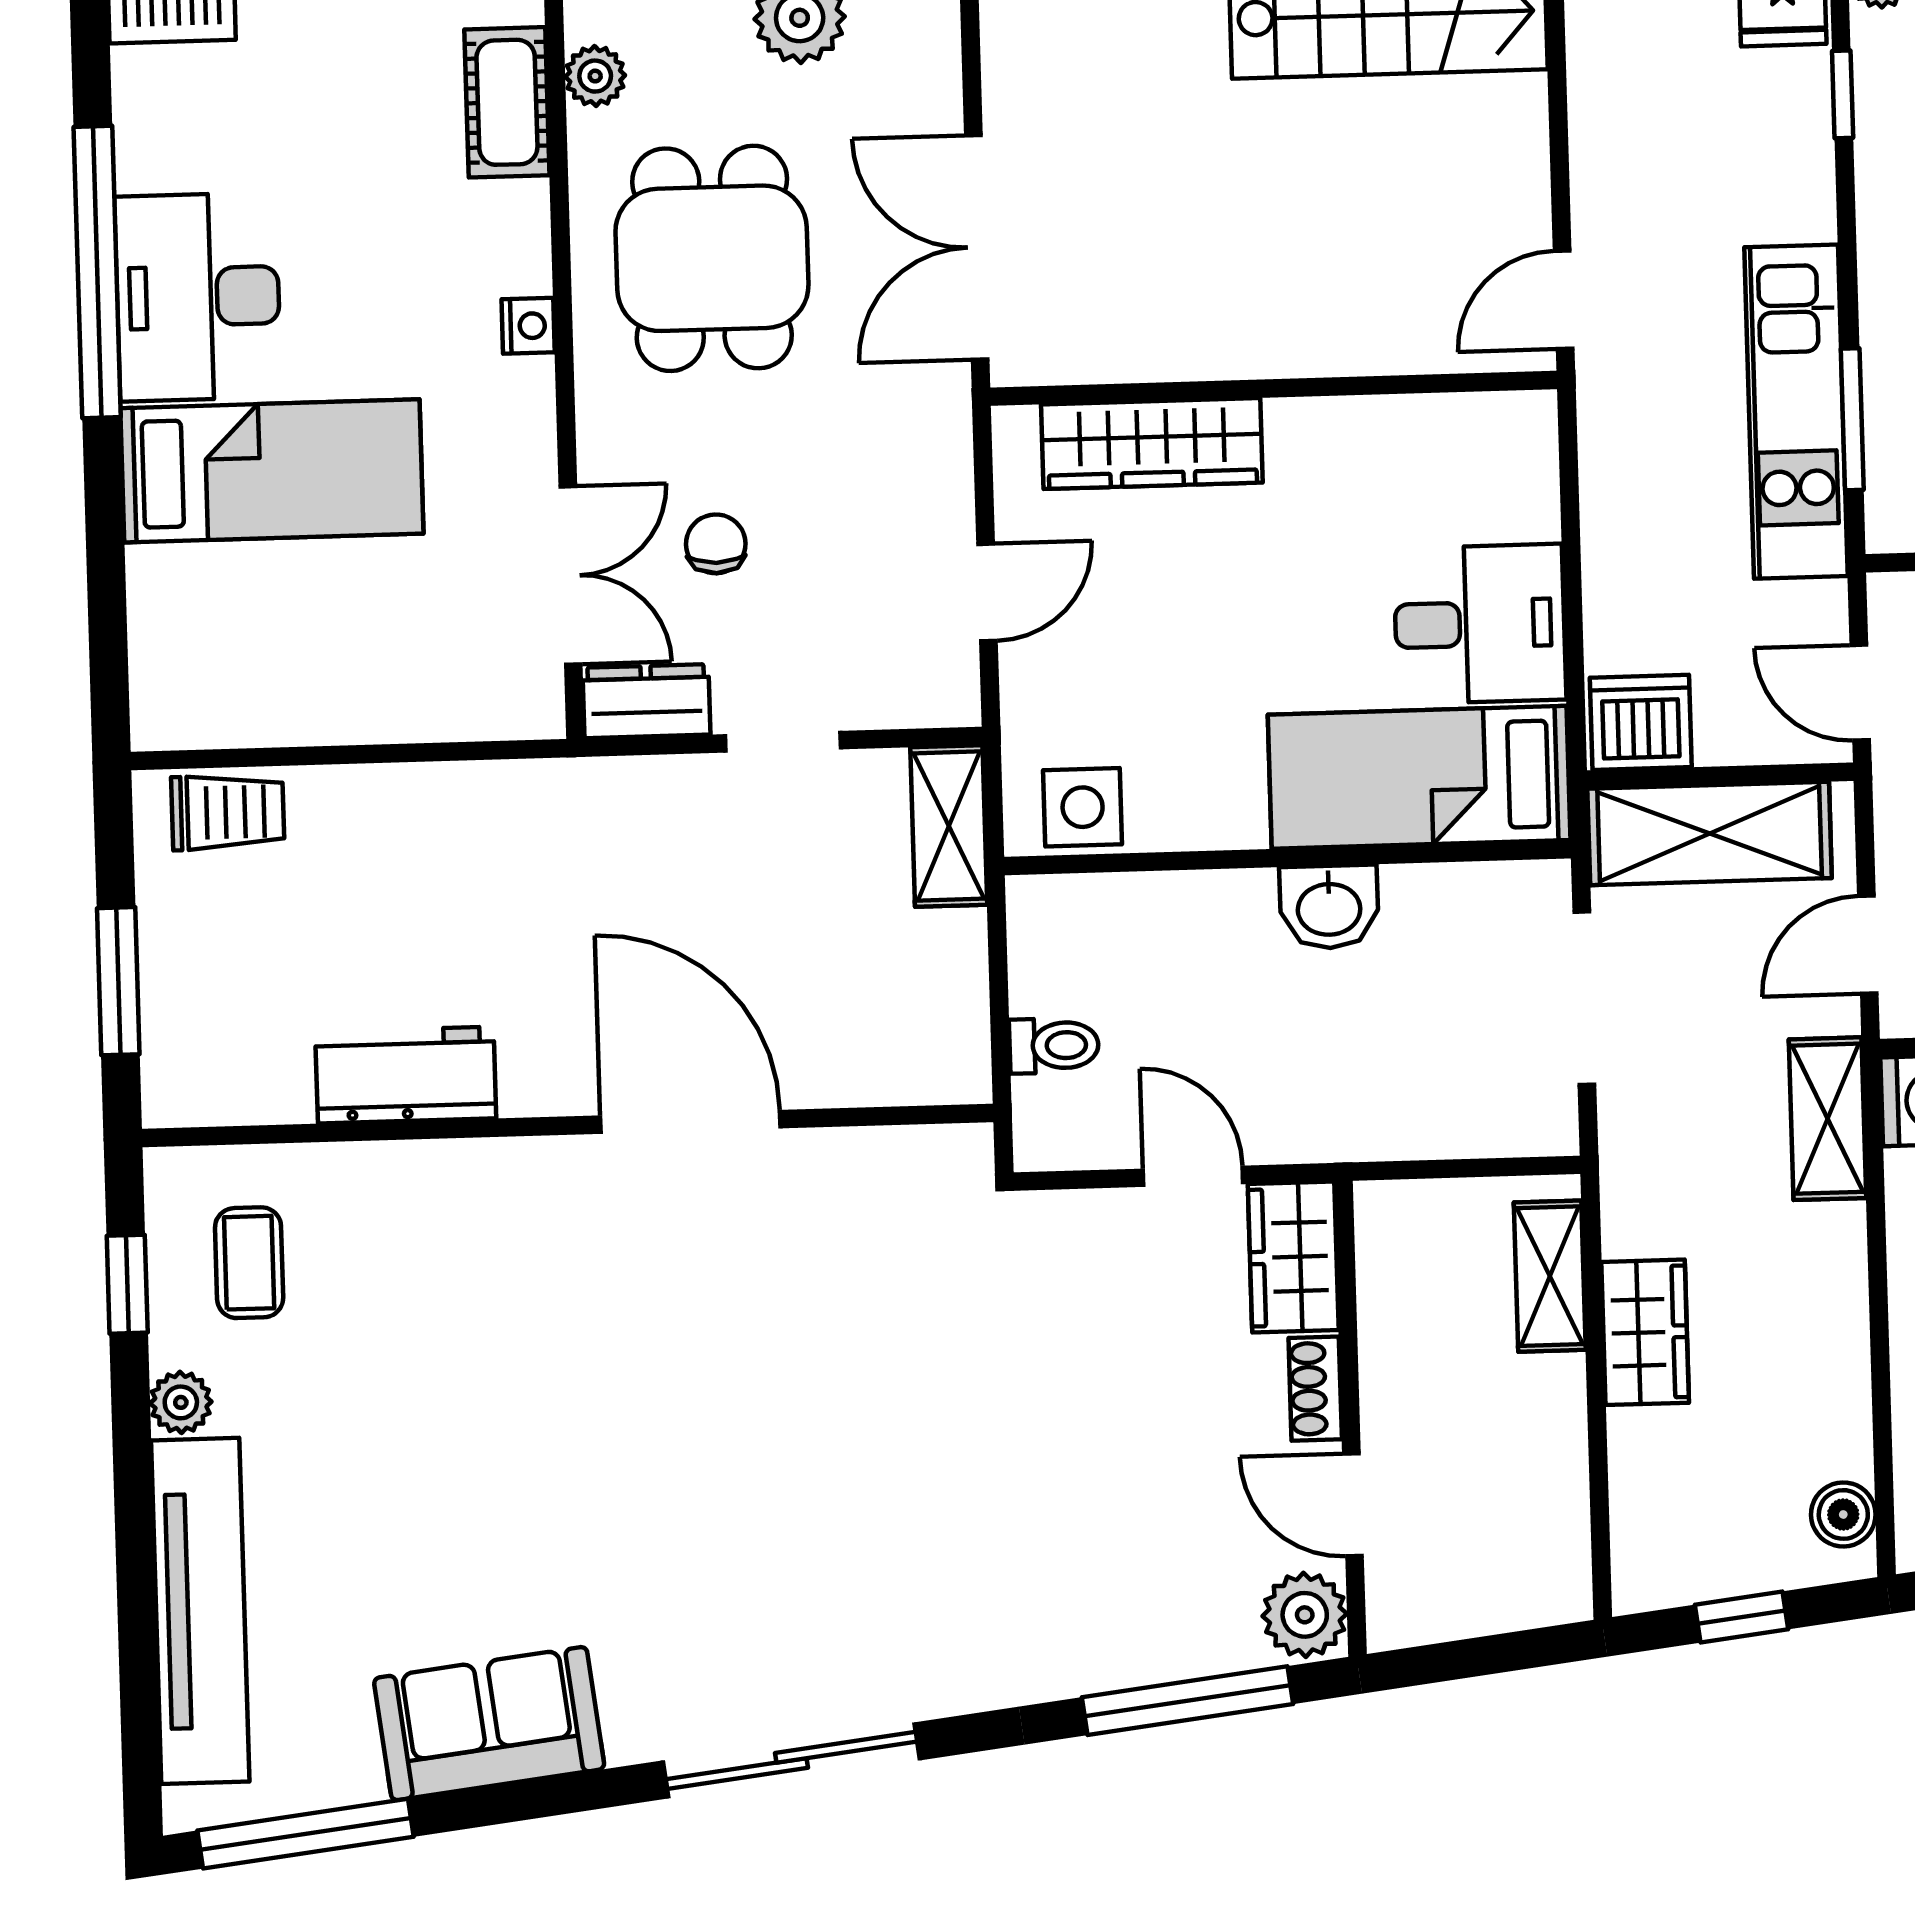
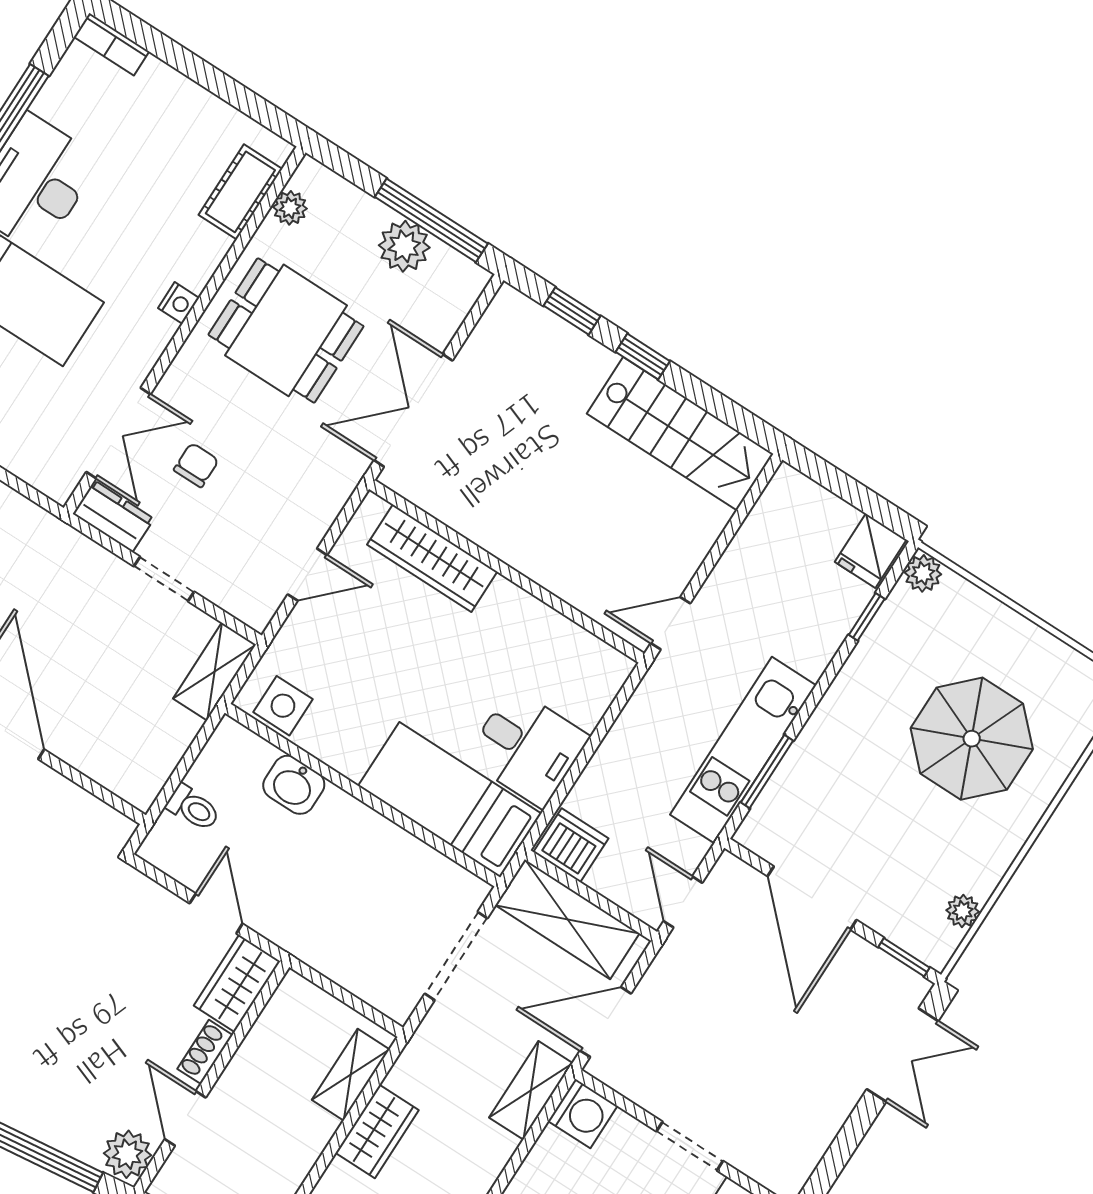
dining table: (712, 258) -> (286, 330), turned 90
washbasin: (1329, 907) -> (294, 785), moved
door: (1868, 945) -> (606, 1022), width x1.38

